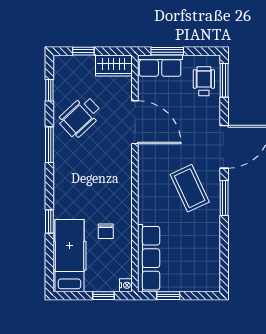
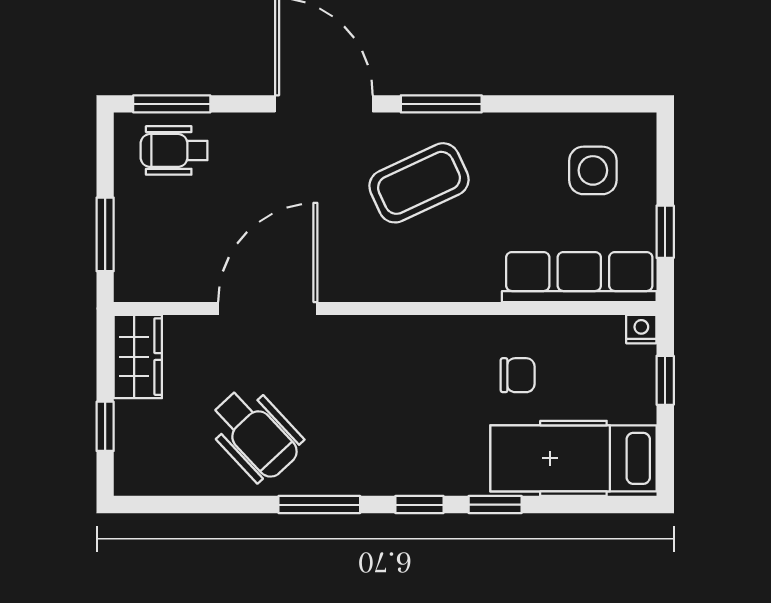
row of seats: (160, 66) -> (138, 251), removed
window: (49, 90) -> (419, 505), moved
side table: (195, 264) -> (593, 170), added

